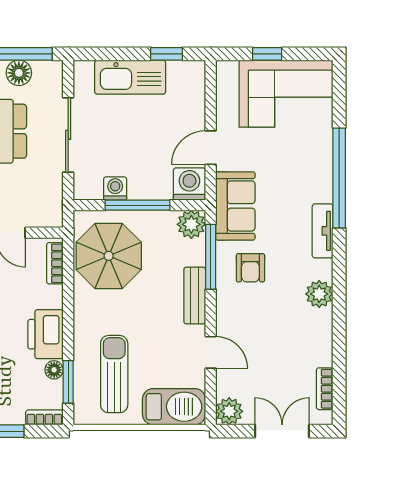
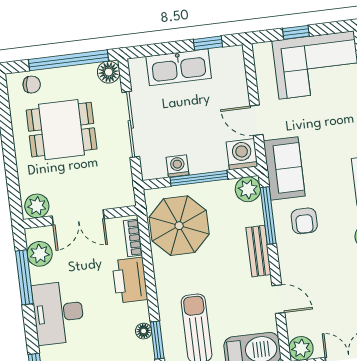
floor lamp: (19, 73) -> (109, 72), moved
door: (211, 148) -> (256, 120), hinge flipped
printer: (46, 334) -> (130, 280), moved

